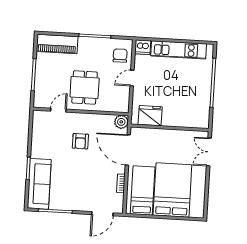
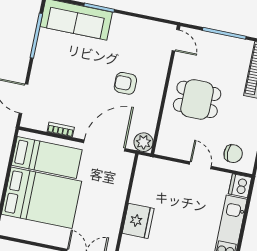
door: (58, 110) -> (176, 40), moved
fridge: (150, 116) -> (138, 221), moved

